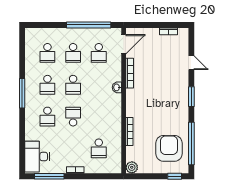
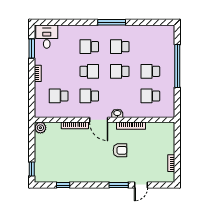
window: (89, 25) -> (177, 66), moved
door: (124, 44) -> (99, 120), moved
school desk: (47, 53) -> (89, 96), moved
window: (191, 97) -> (119, 185), moved
window: (191, 144) -> (63, 185), width x0.32
armchair: (169, 148) -> (120, 150), moved, width x0.53, depth x0.53
desk: (37, 157) -> (47, 37), width x0.73
window: (49, 176) -> (32, 48), width x0.69

